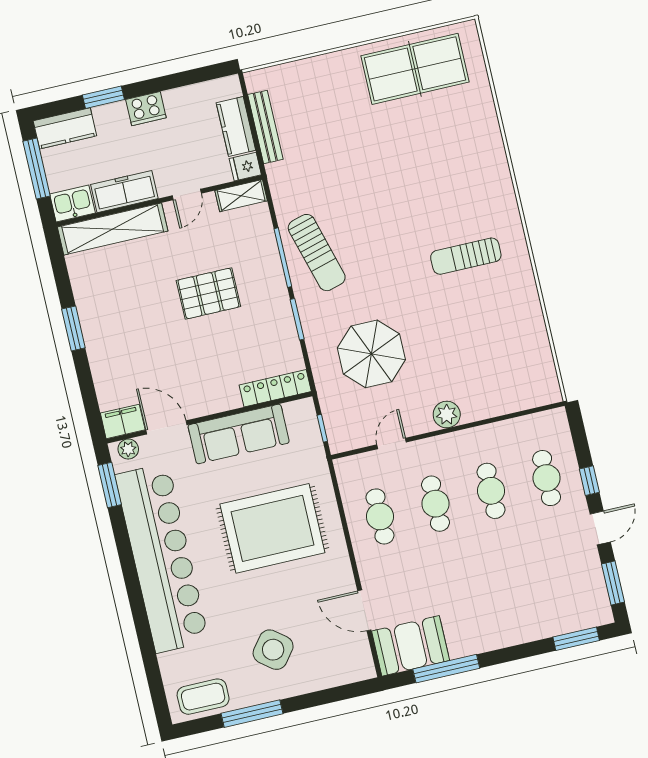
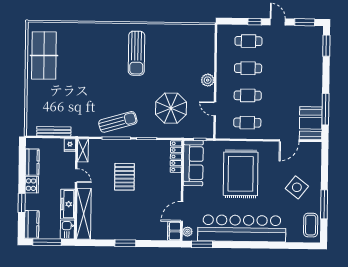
kitchen counter: (236, 127) -> (32, 162), moved, turned -90
sun lounger: (466, 256) -> (136, 53), width x1.36, depth x1.34
sofa: (239, 434) -> (193, 163), moved

